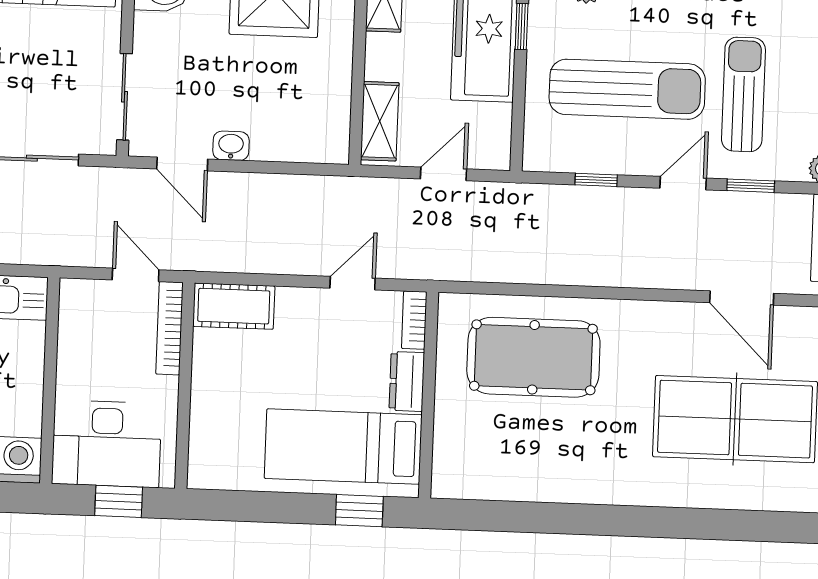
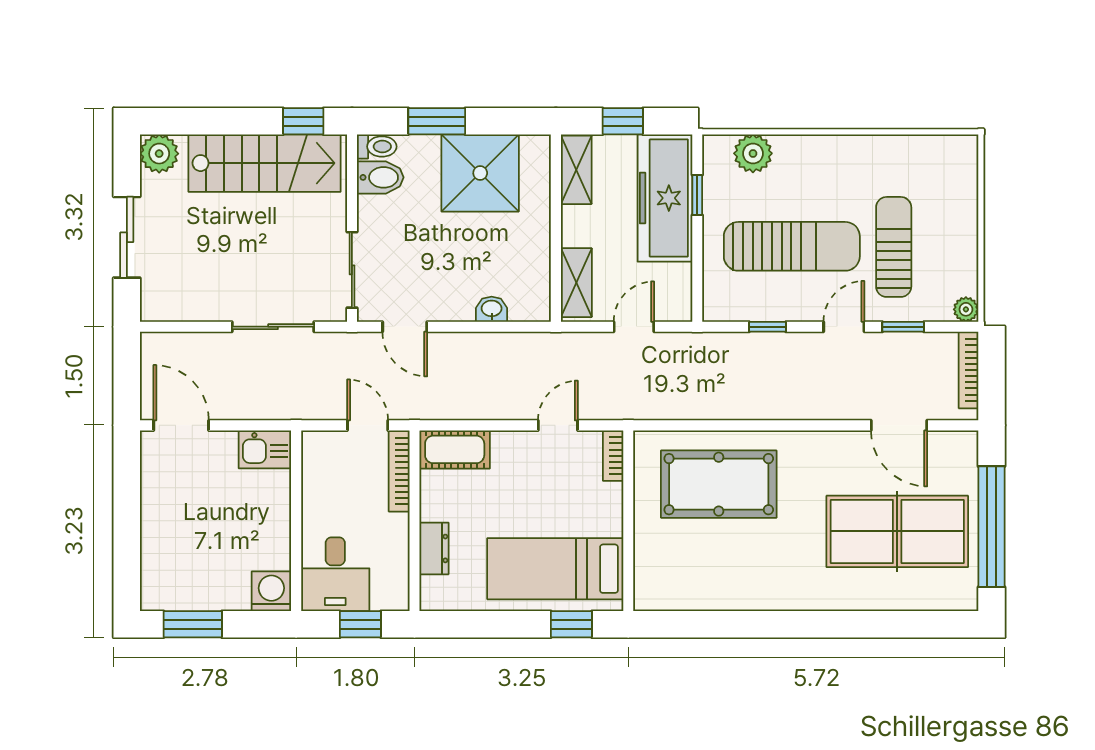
washbasin: (231, 146) -> (492, 309), moved
dresser: (407, 381) -> (434, 548), moved, turned 180
desk: (107, 444) -> (335, 574), width x0.73

